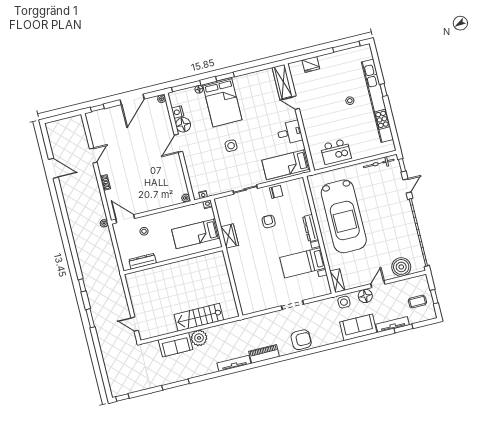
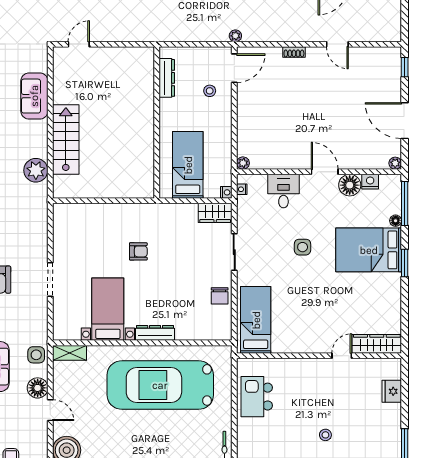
desk: (290, 132) -> (283, 191), moved, turned 180
armchair: (269, 221) -> (138, 251), moved
wardrobe: (230, 236) -> (215, 213), moved
plant: (199, 338) -> (36, 170), moved

